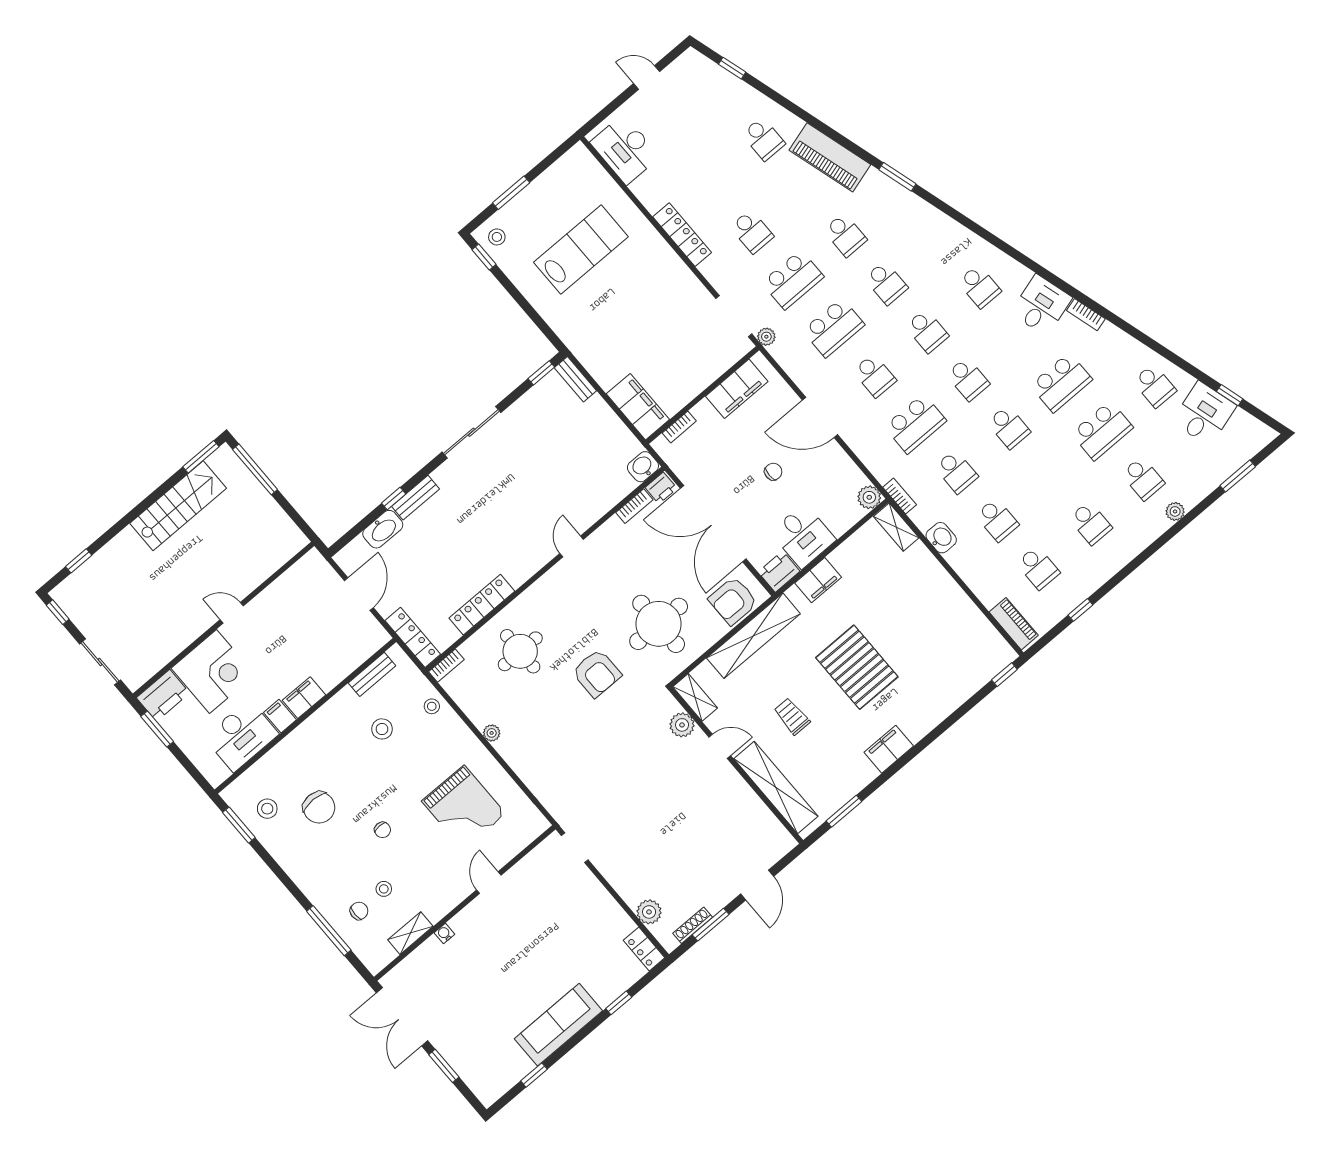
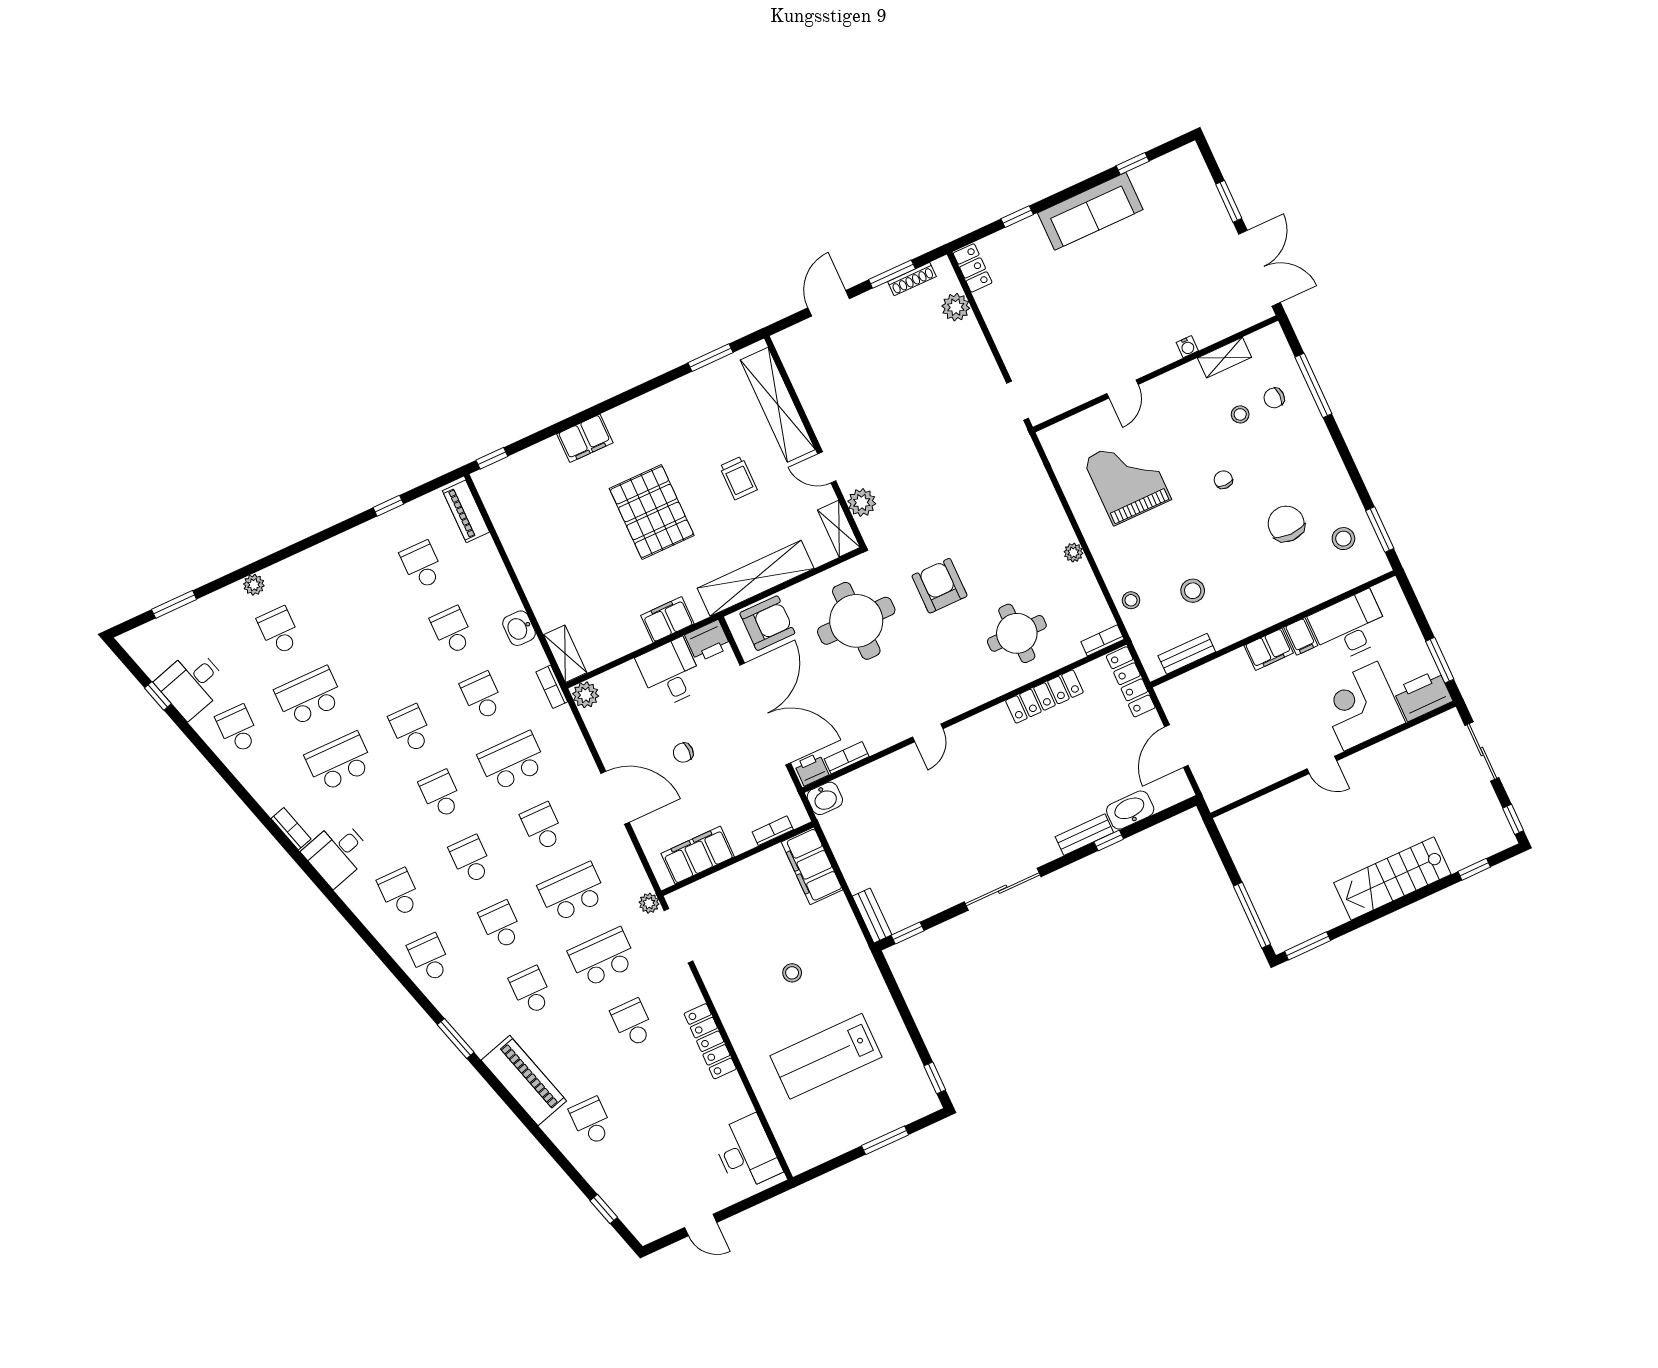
stool: (497, 237) -> (792, 973), moved
stairs: (178, 506) -> (1392, 878), moved
school desk: (1090, 523) -> (429, 958), moved
filing cabinet: (889, 749) -> (585, 438), moved

